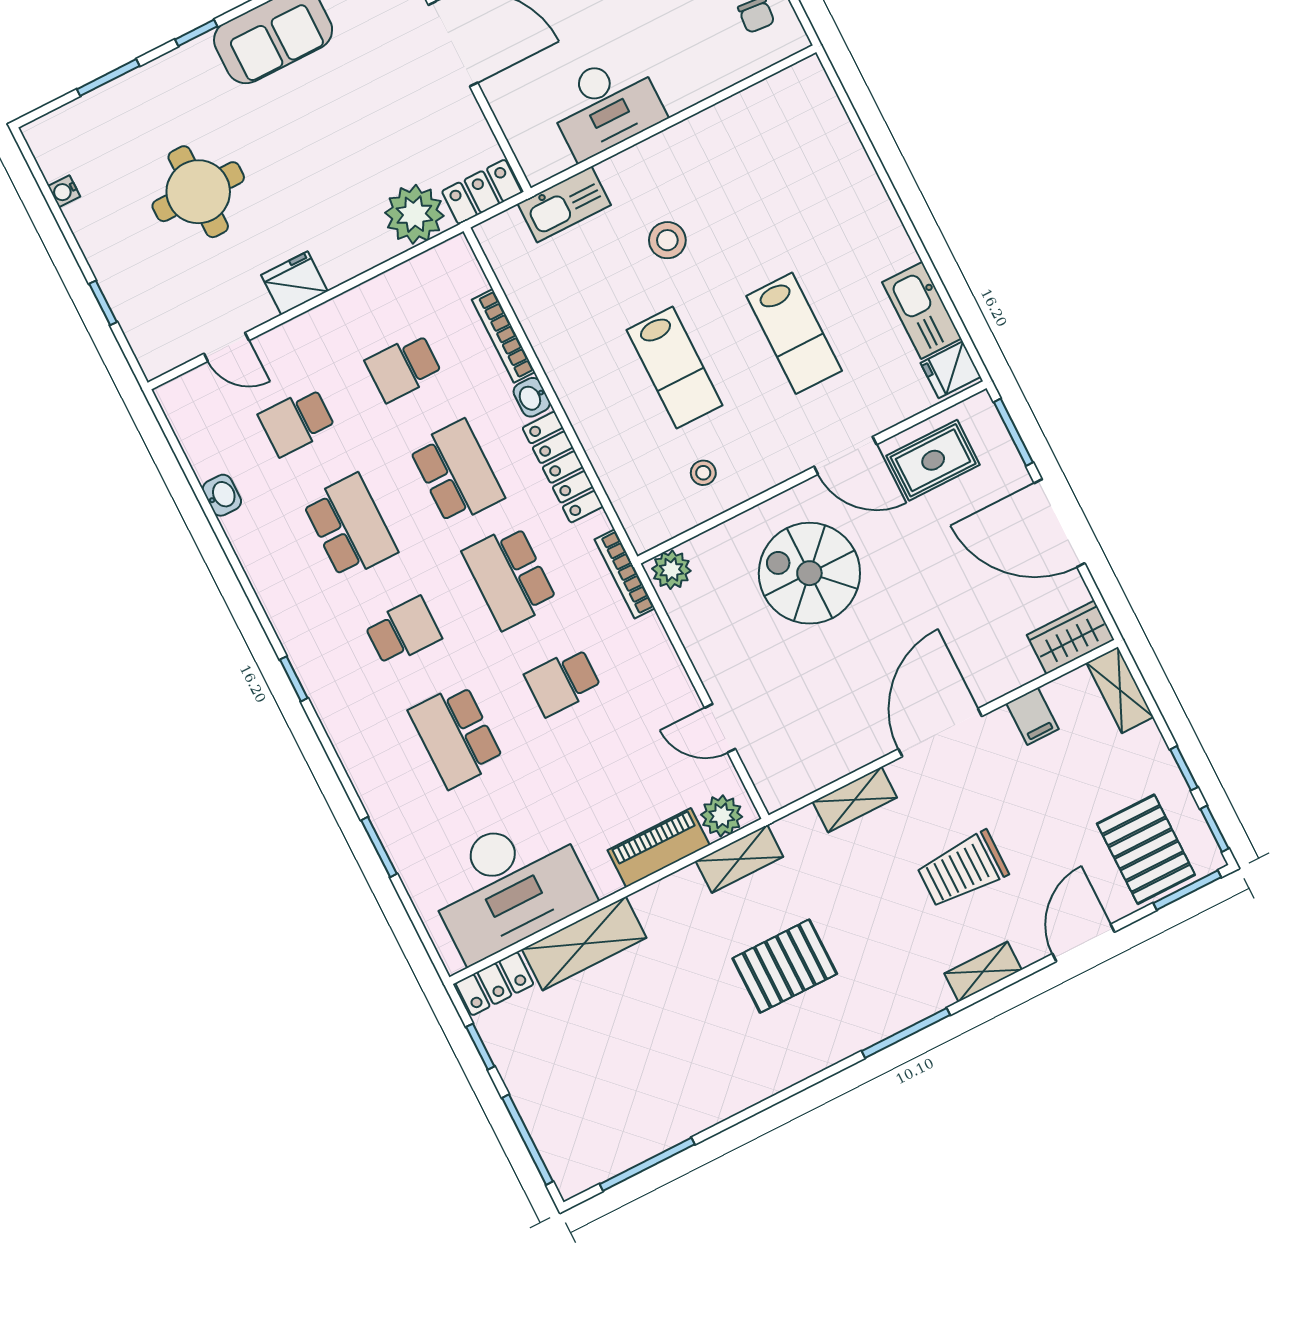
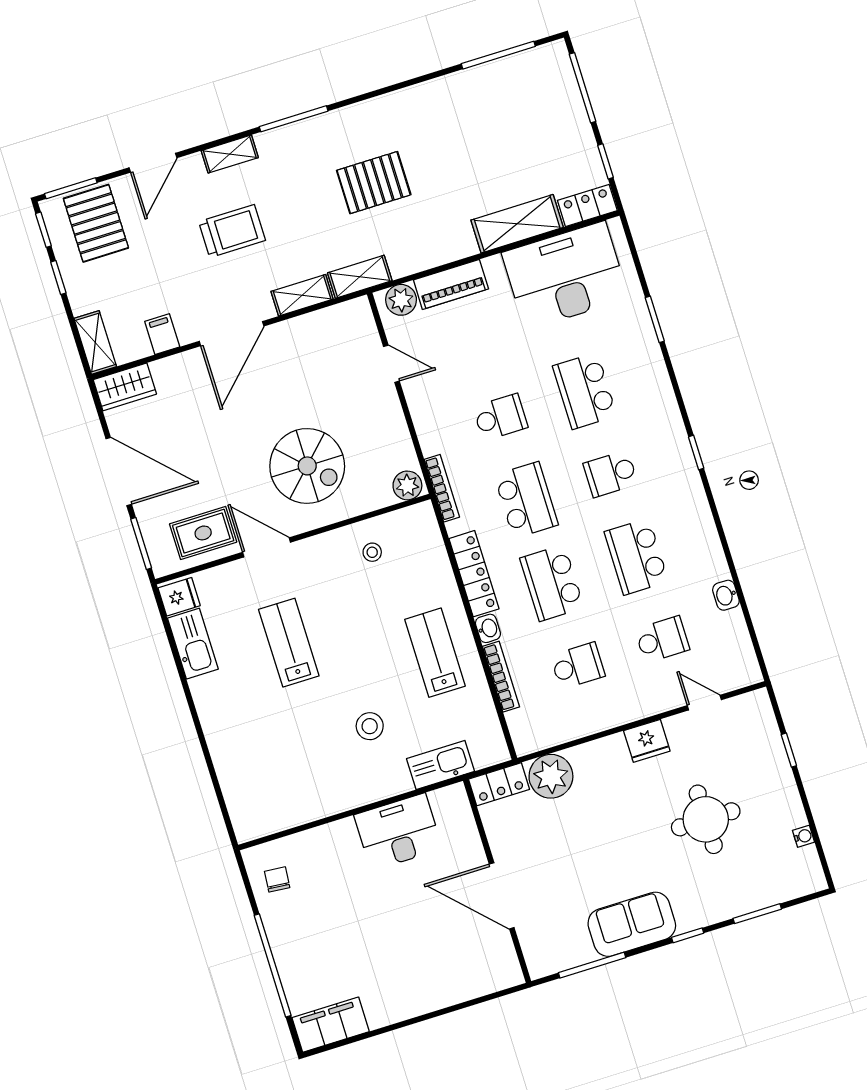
lab bench: (675, 368) -> (435, 653), moved
school desk: (456, 736) -> (585, 391), turned 180
shelving: (739, 859) -> (360, 277), moved

